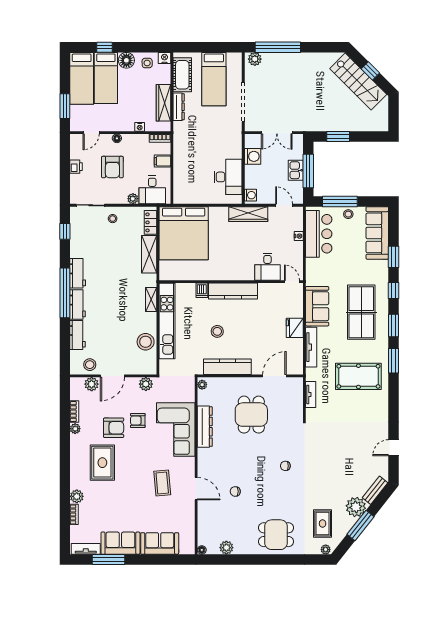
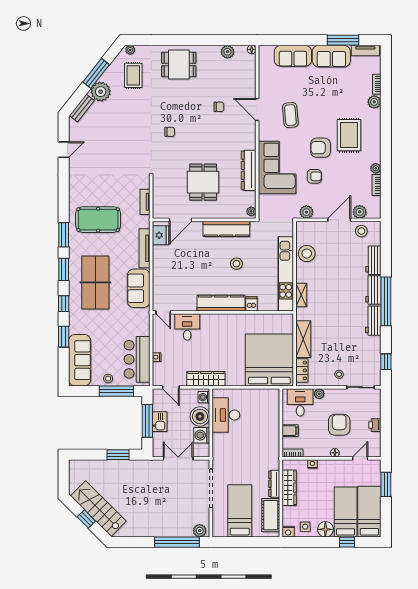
boiler: (254, 175) -> (200, 416), added
fridge: (295, 328) -> (160, 235), moved
armchair: (114, 428) -> (321, 148), moved

